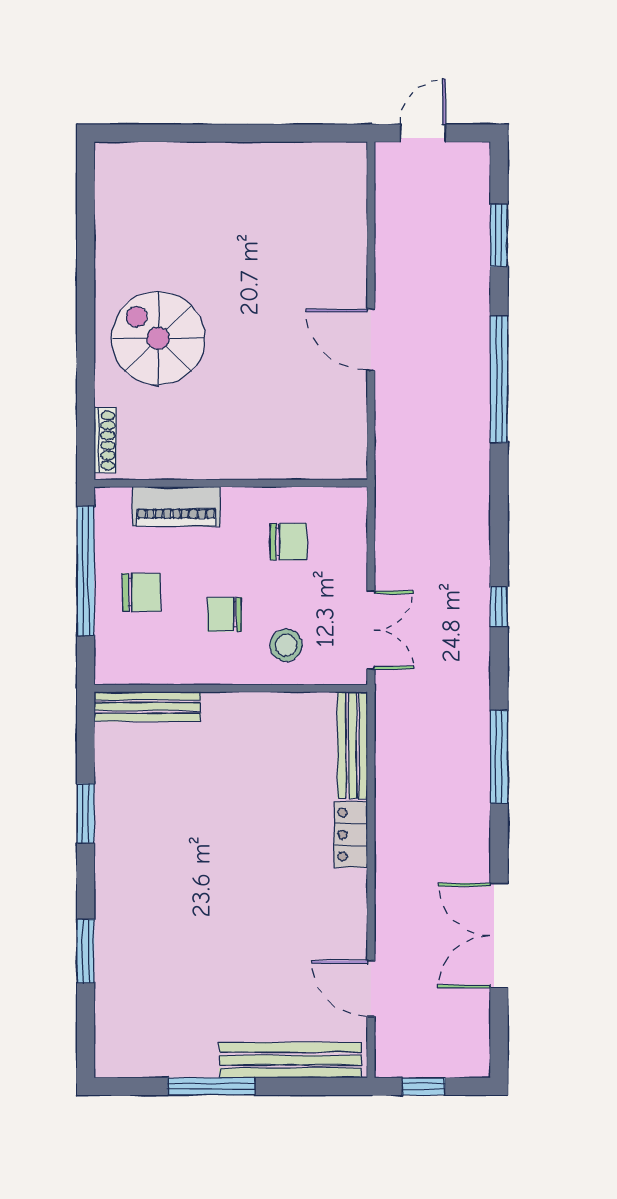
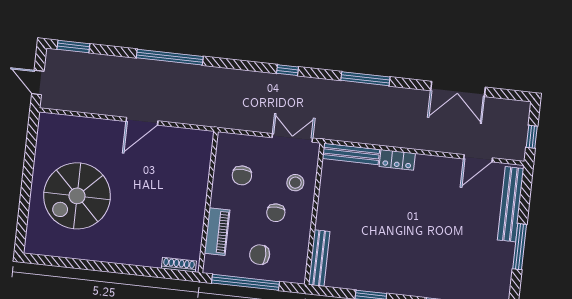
window: (499, 235) -> (73, 46), moved
spiral stairs: (158, 338) -> (77, 196), moved, width x1.37, depth x1.37
chair: (289, 542) -> (242, 175), turned 180
chair: (141, 592) -> (260, 255), turned -90

